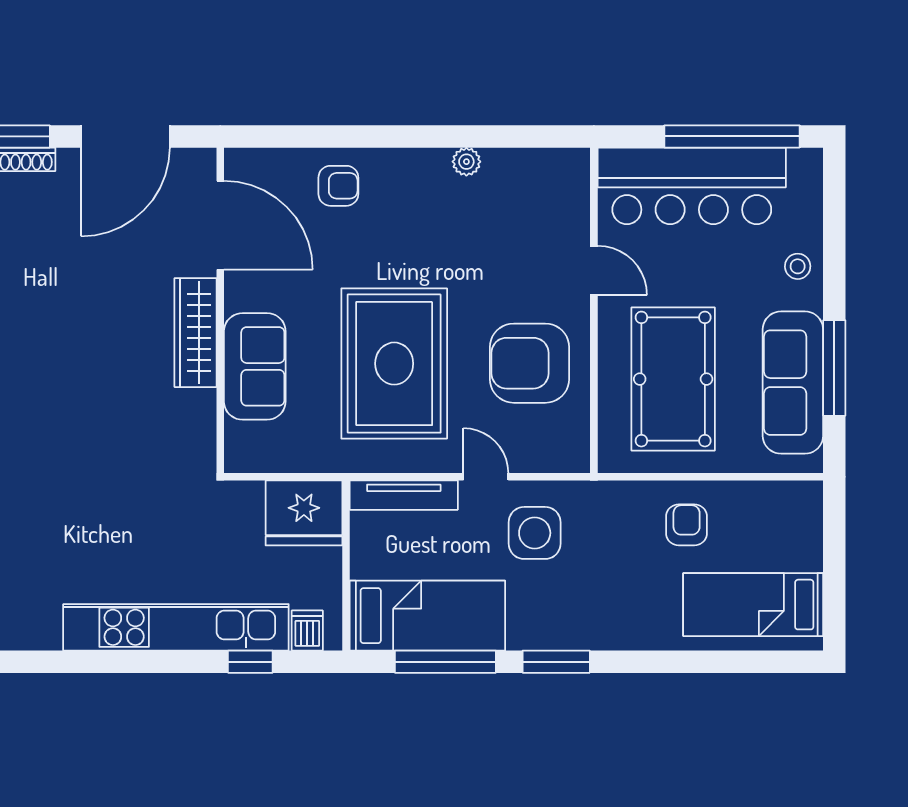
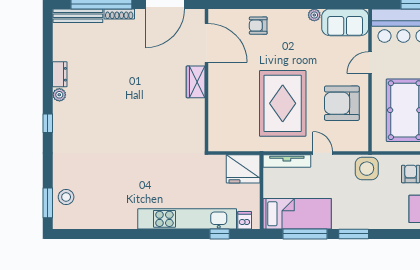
armchair: (338, 186) -> (258, 26), turned 180
door: (594, 270) -> (370, 63), swing flipped
wardrobe: (195, 333) -> (196, 82), width x0.67
sofa: (255, 366) -> (345, 22), moved, turned 90
side table: (535, 533) -> (367, 169), moved

